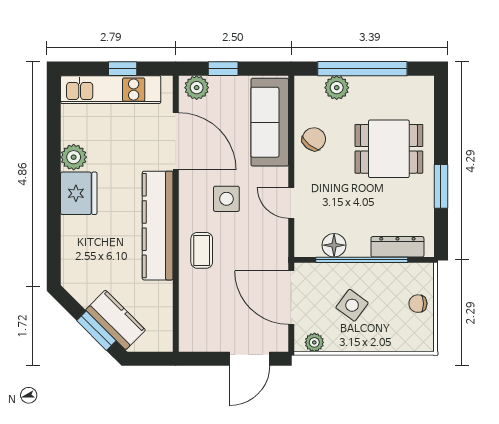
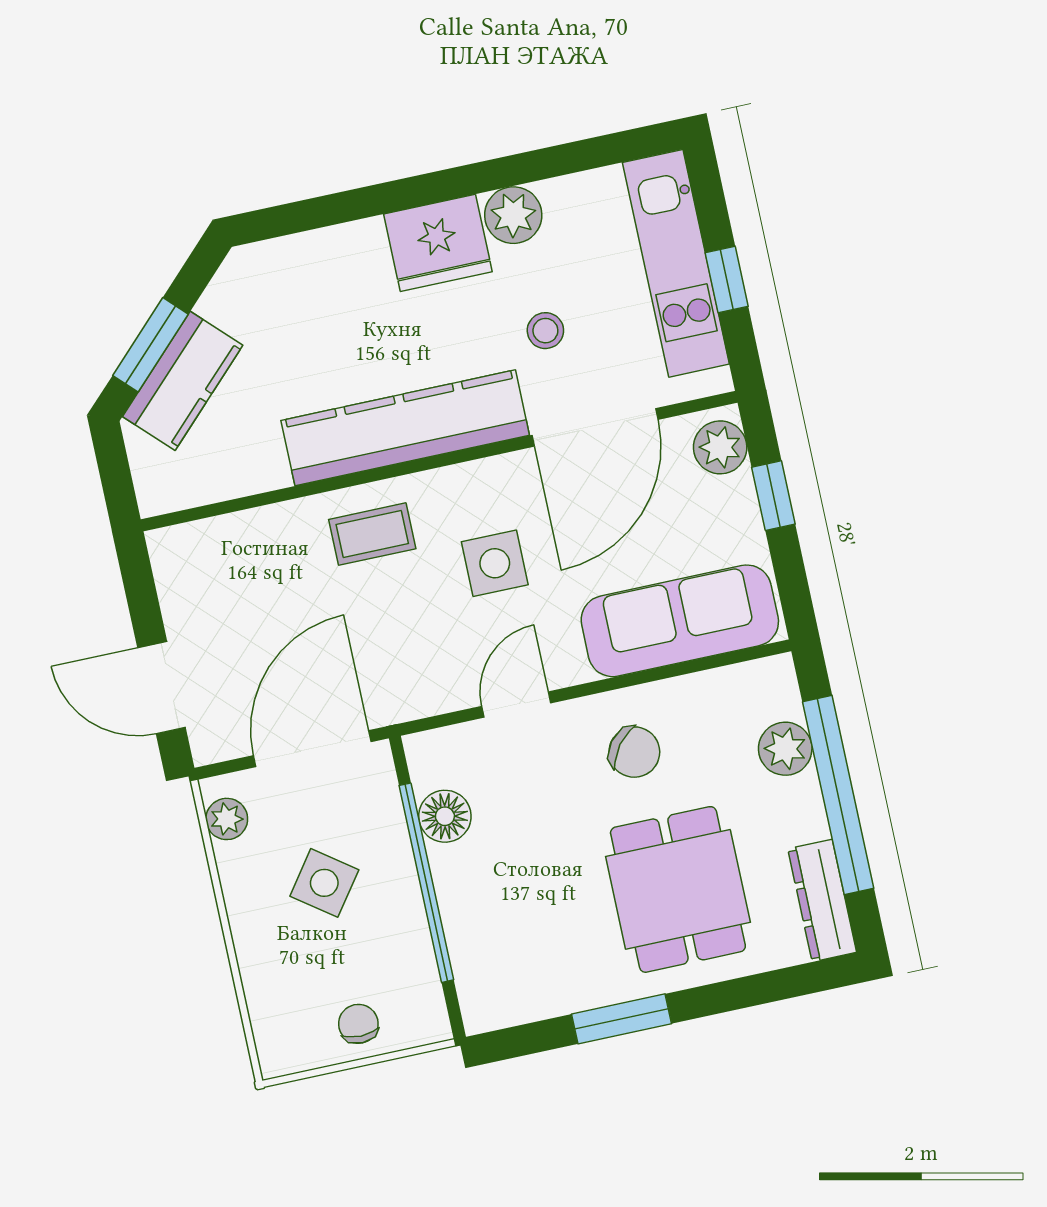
chair: (314, 139) -> (634, 752), moved
stool: (128, 154) -> (545, 331), added
dresser: (397, 247) -> (822, 901), moved, turned 180

